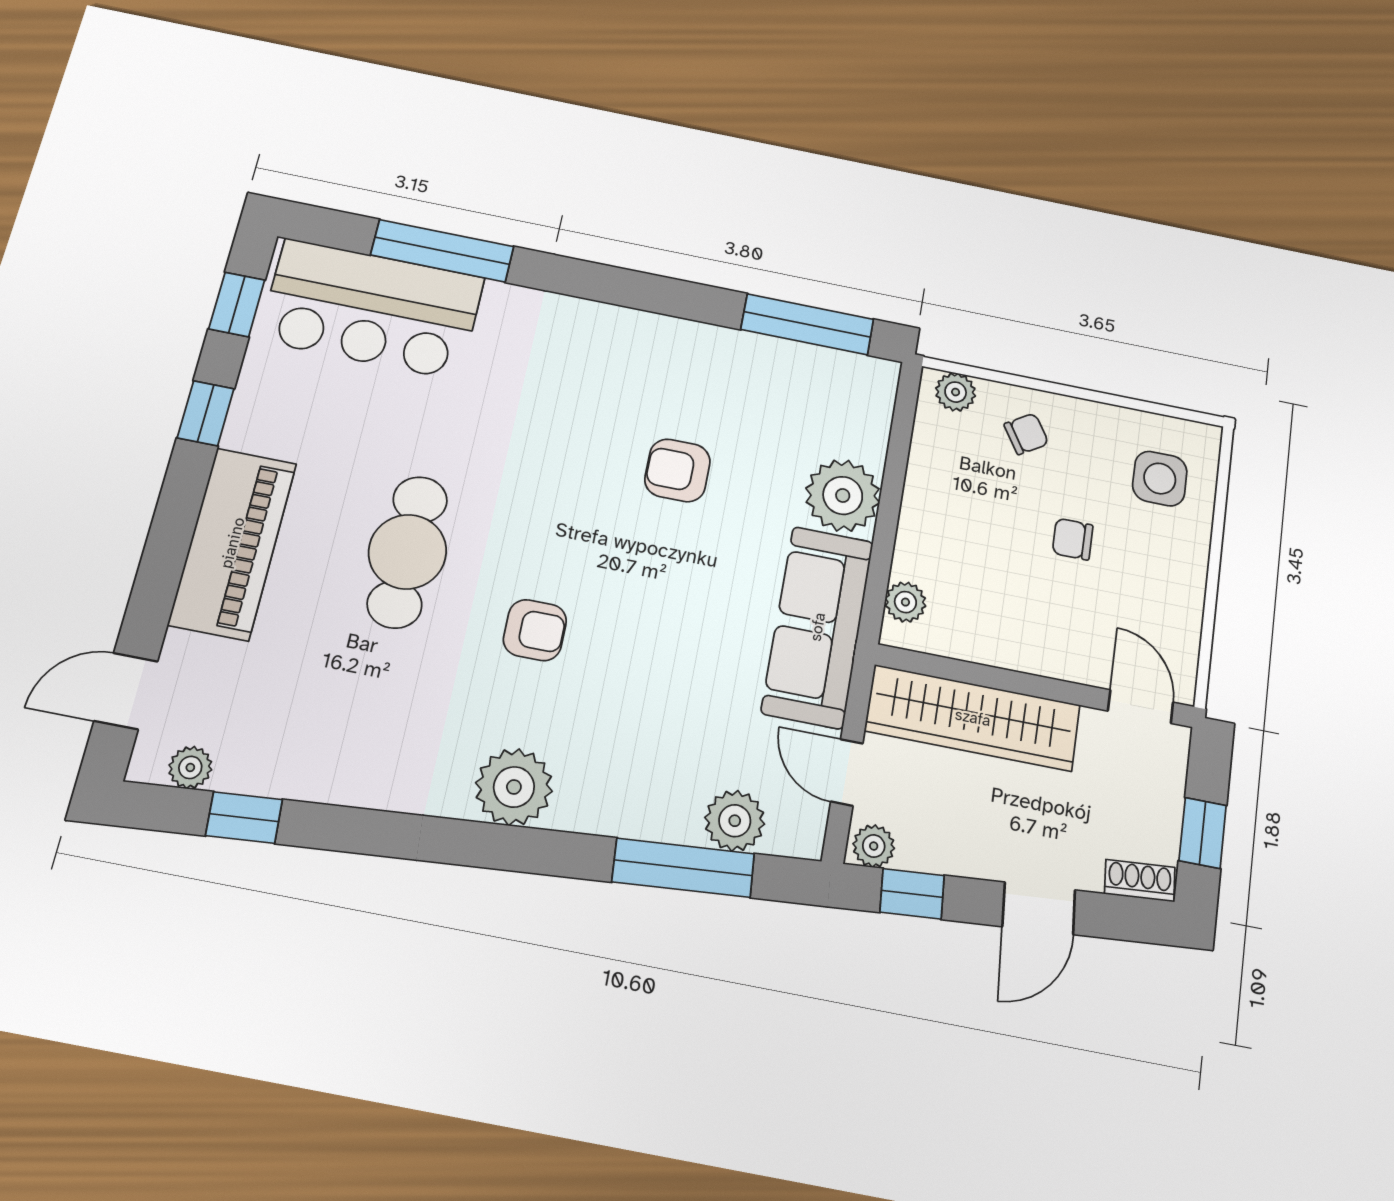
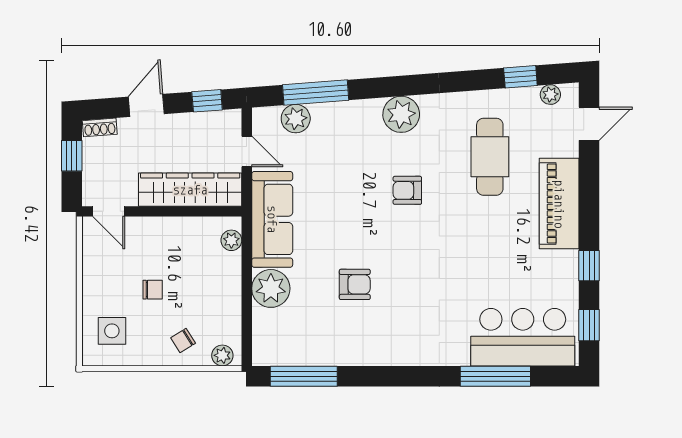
cafe table: (407, 552) -> (490, 157), moved
plant: (874, 846) -> (228, 119), removed

